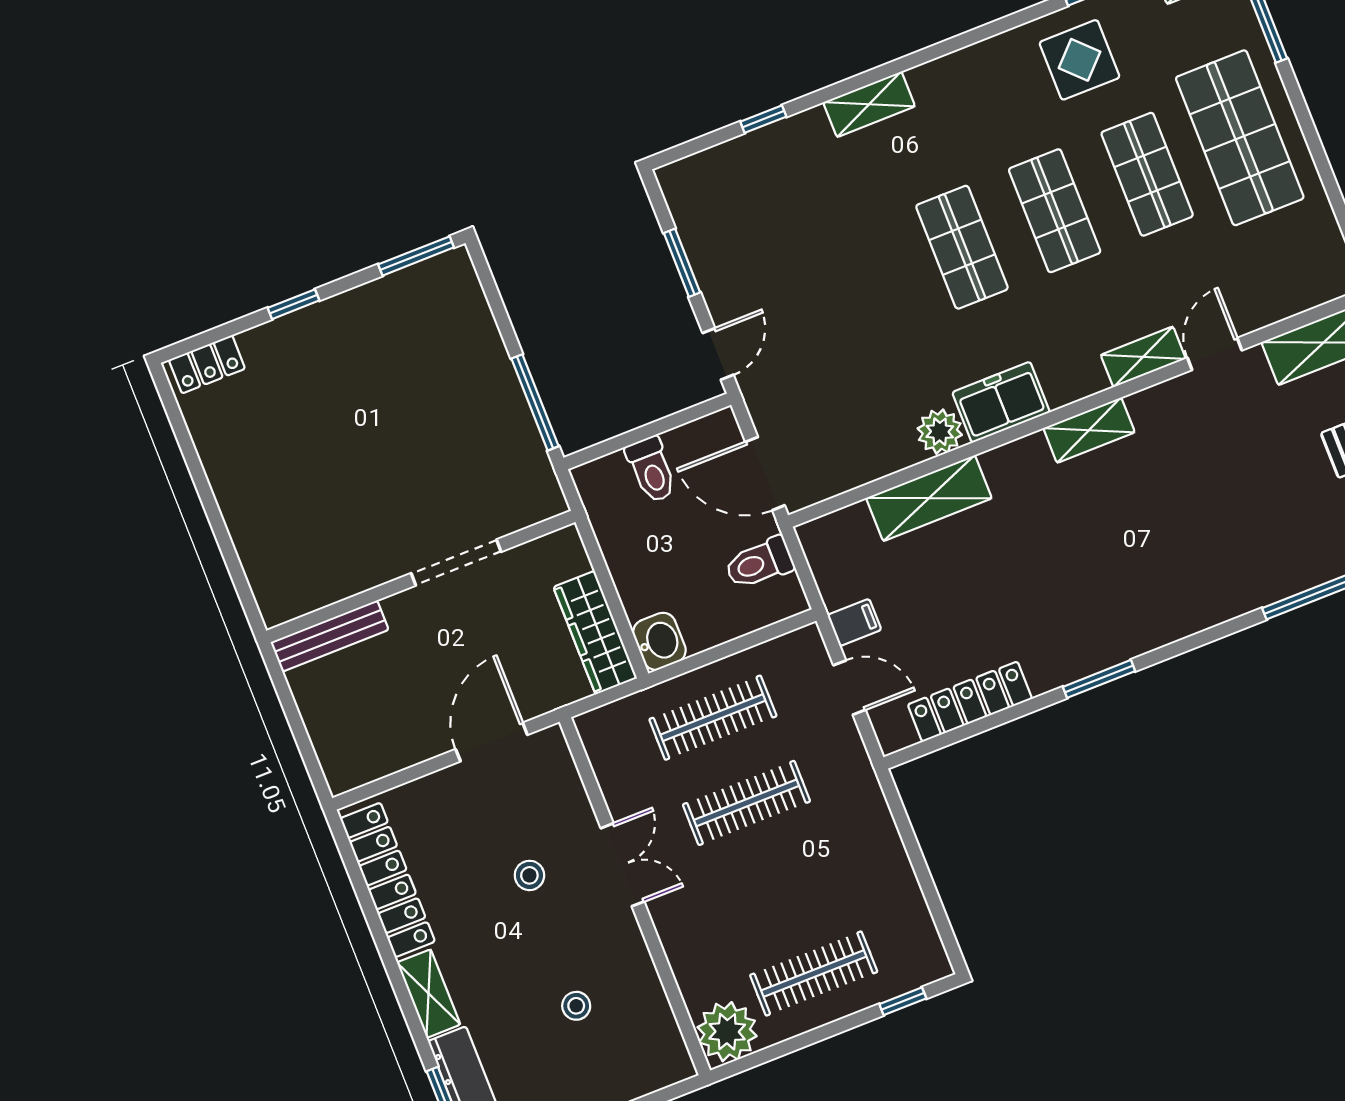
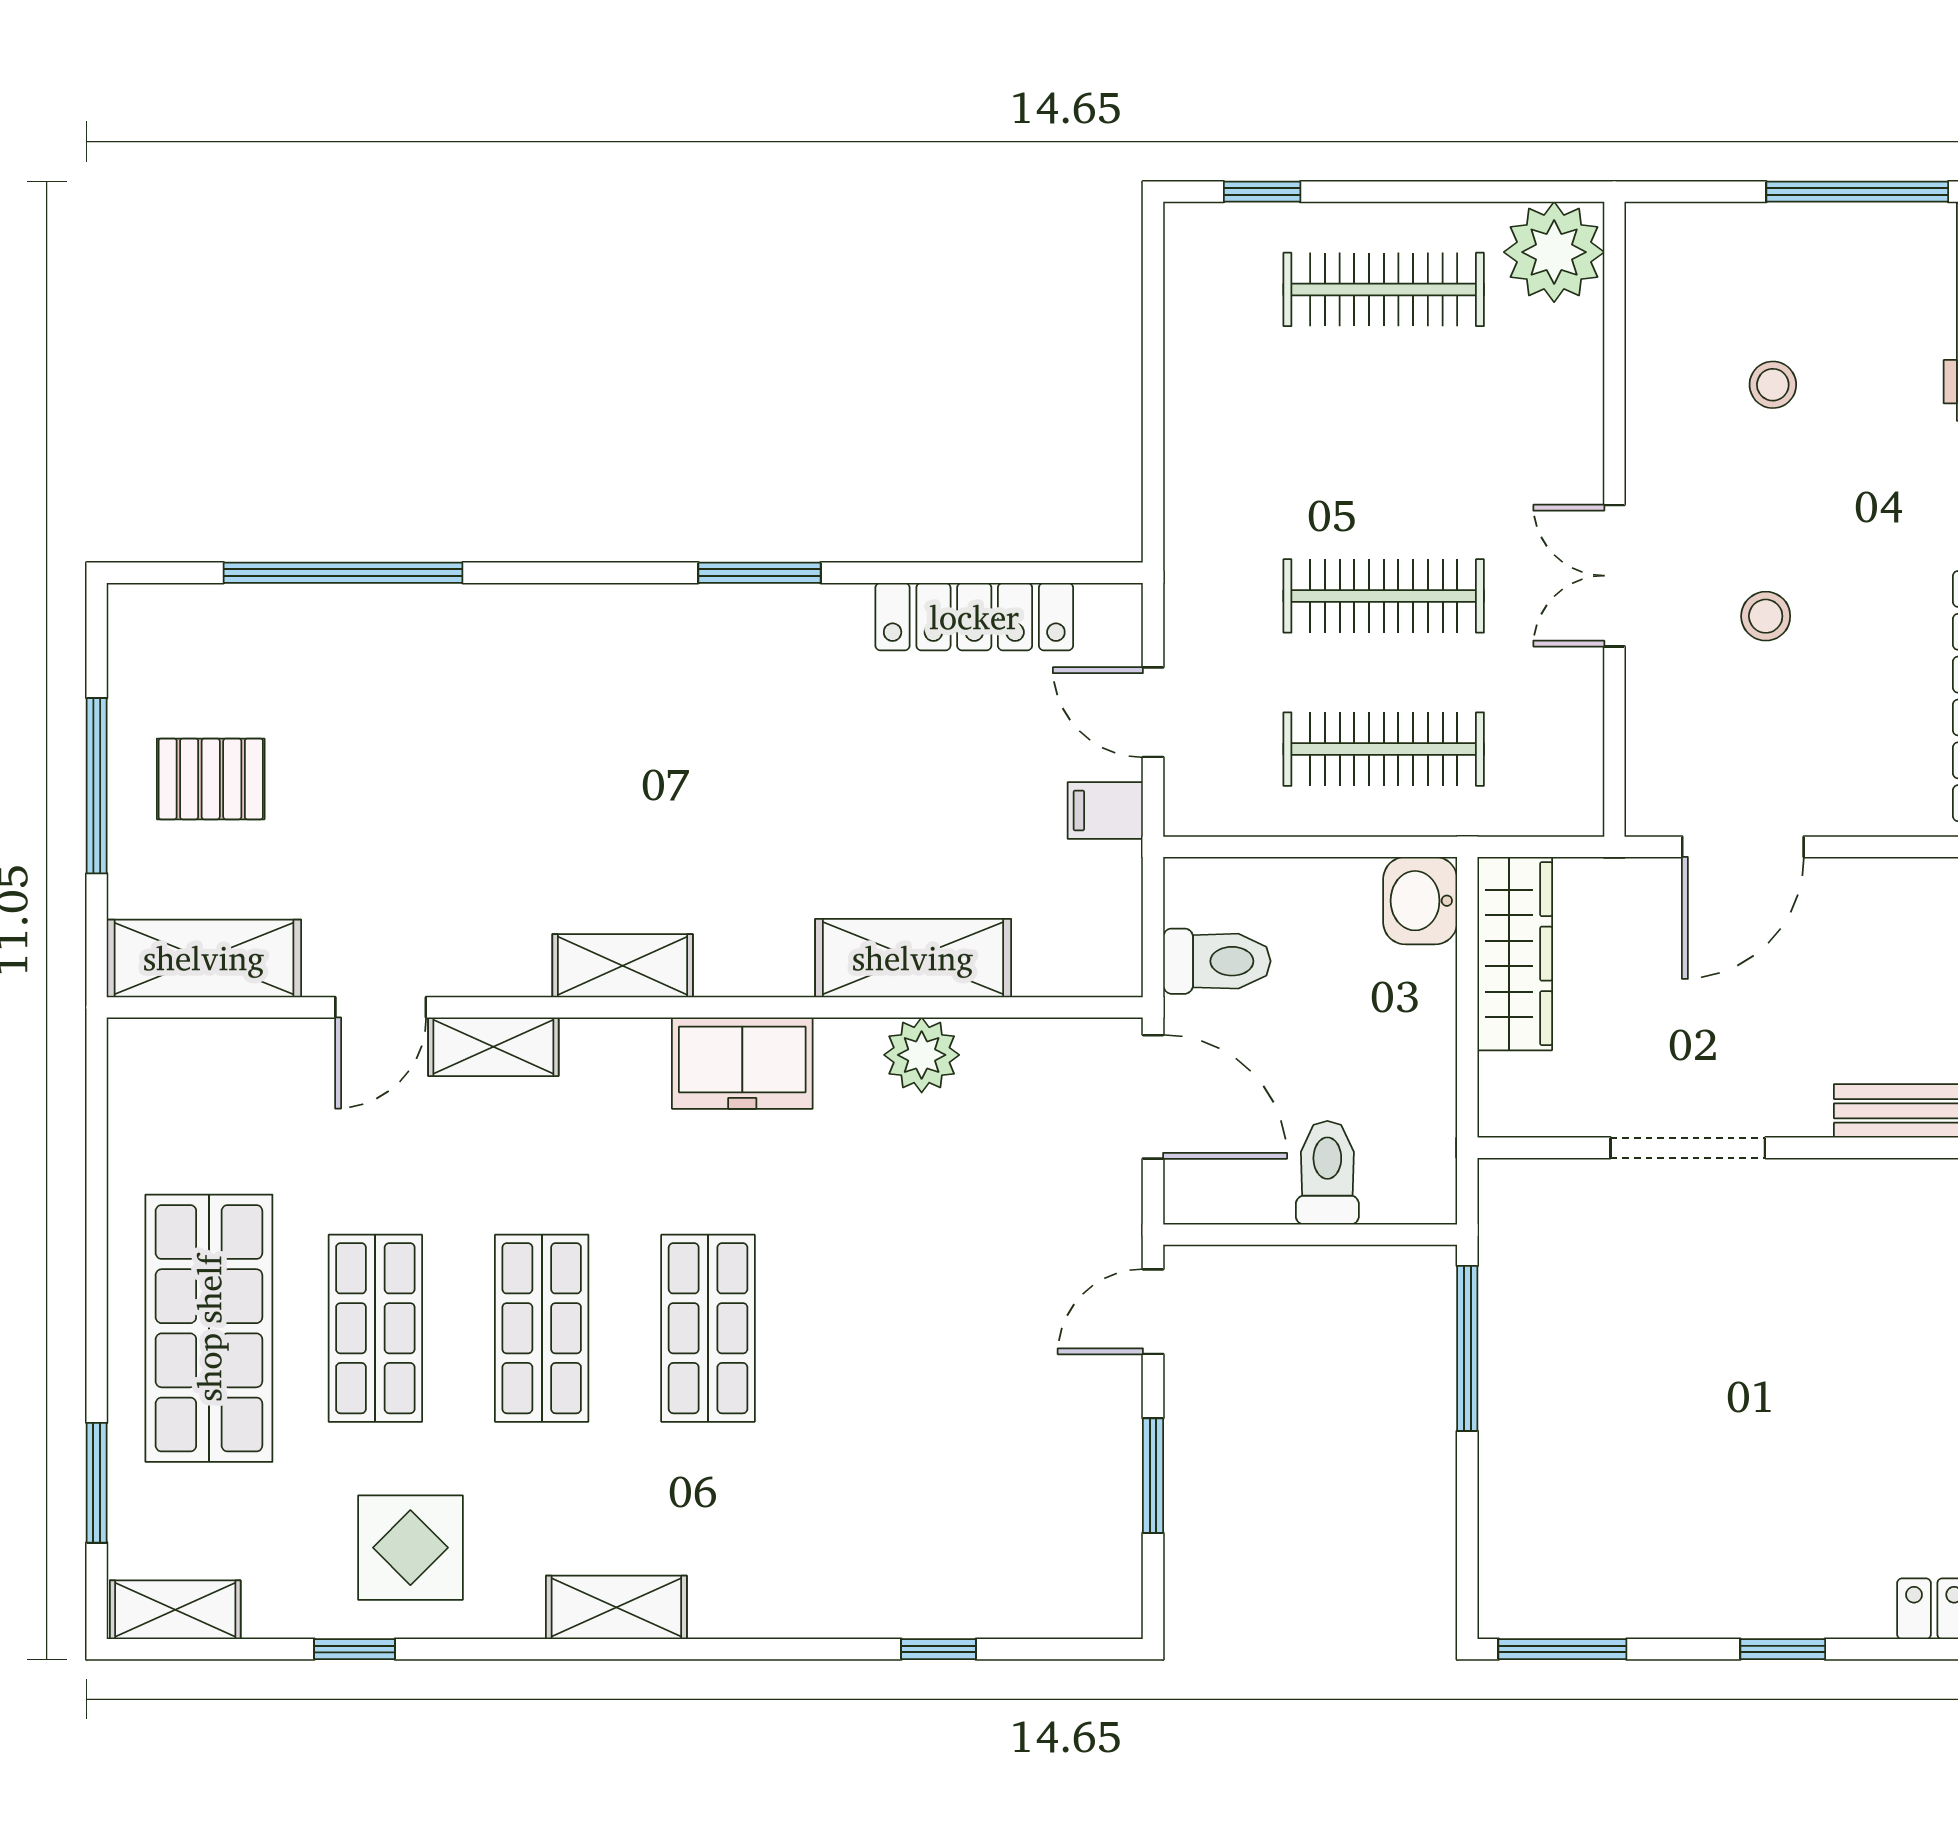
shelving: (869, 104) -> (616, 1607), moved
plant: (940, 432) -> (922, 1055), moved

